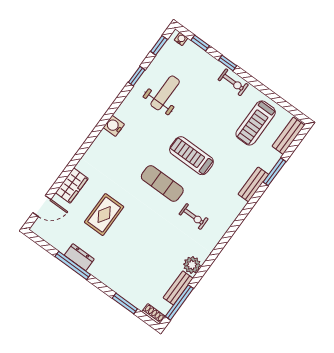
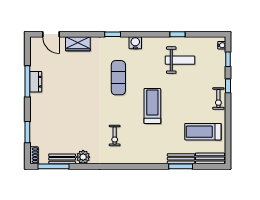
window: (159, 45) -> (113, 34), moved
exercise mat: (162, 183) -> (118, 78), moved
bench: (253, 184) -> (181, 159), moved
rug: (104, 215) -> (74, 78), removed

